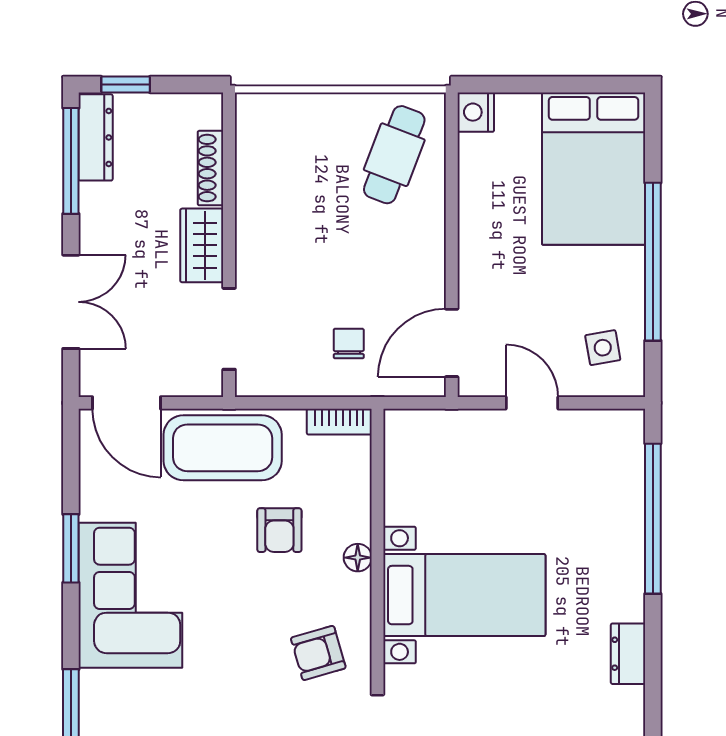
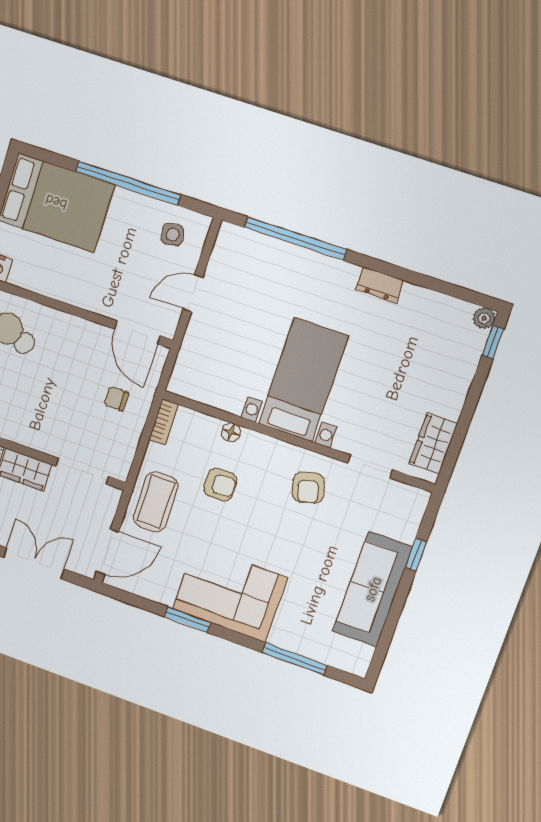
coffee table: (223, 448) -> (156, 502), width x0.73, depth x0.76
floor lamp: (358, 558) -> (231, 432), moved

